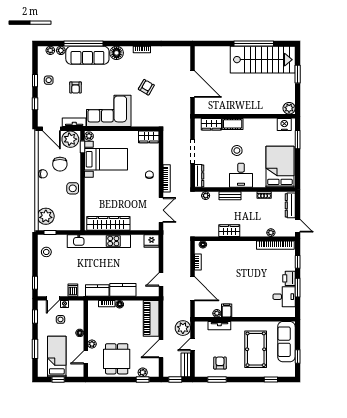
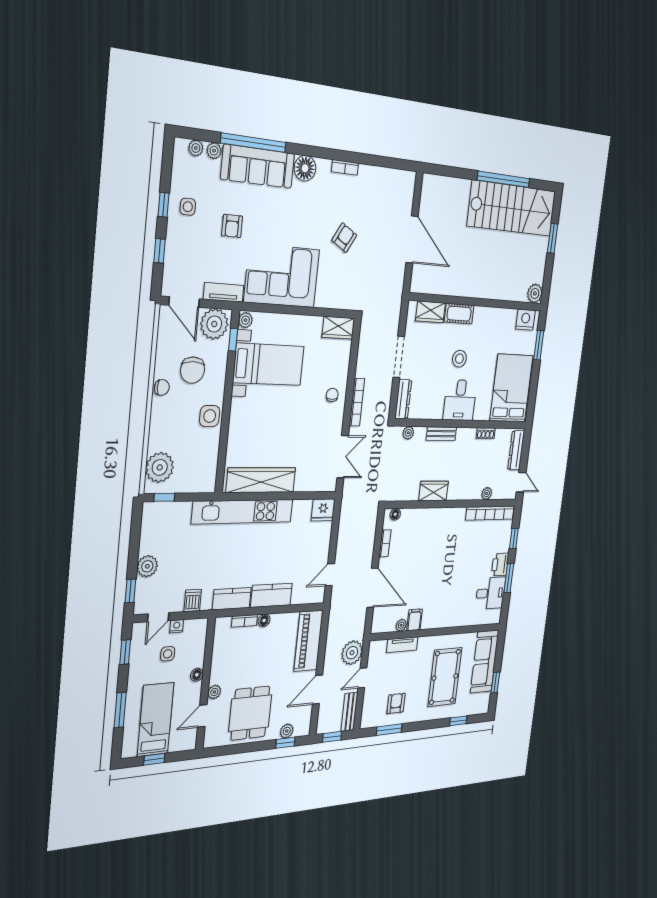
stool: (46, 252) -> (155, 534), removed
plant: (44, 270) -> (147, 566), added

